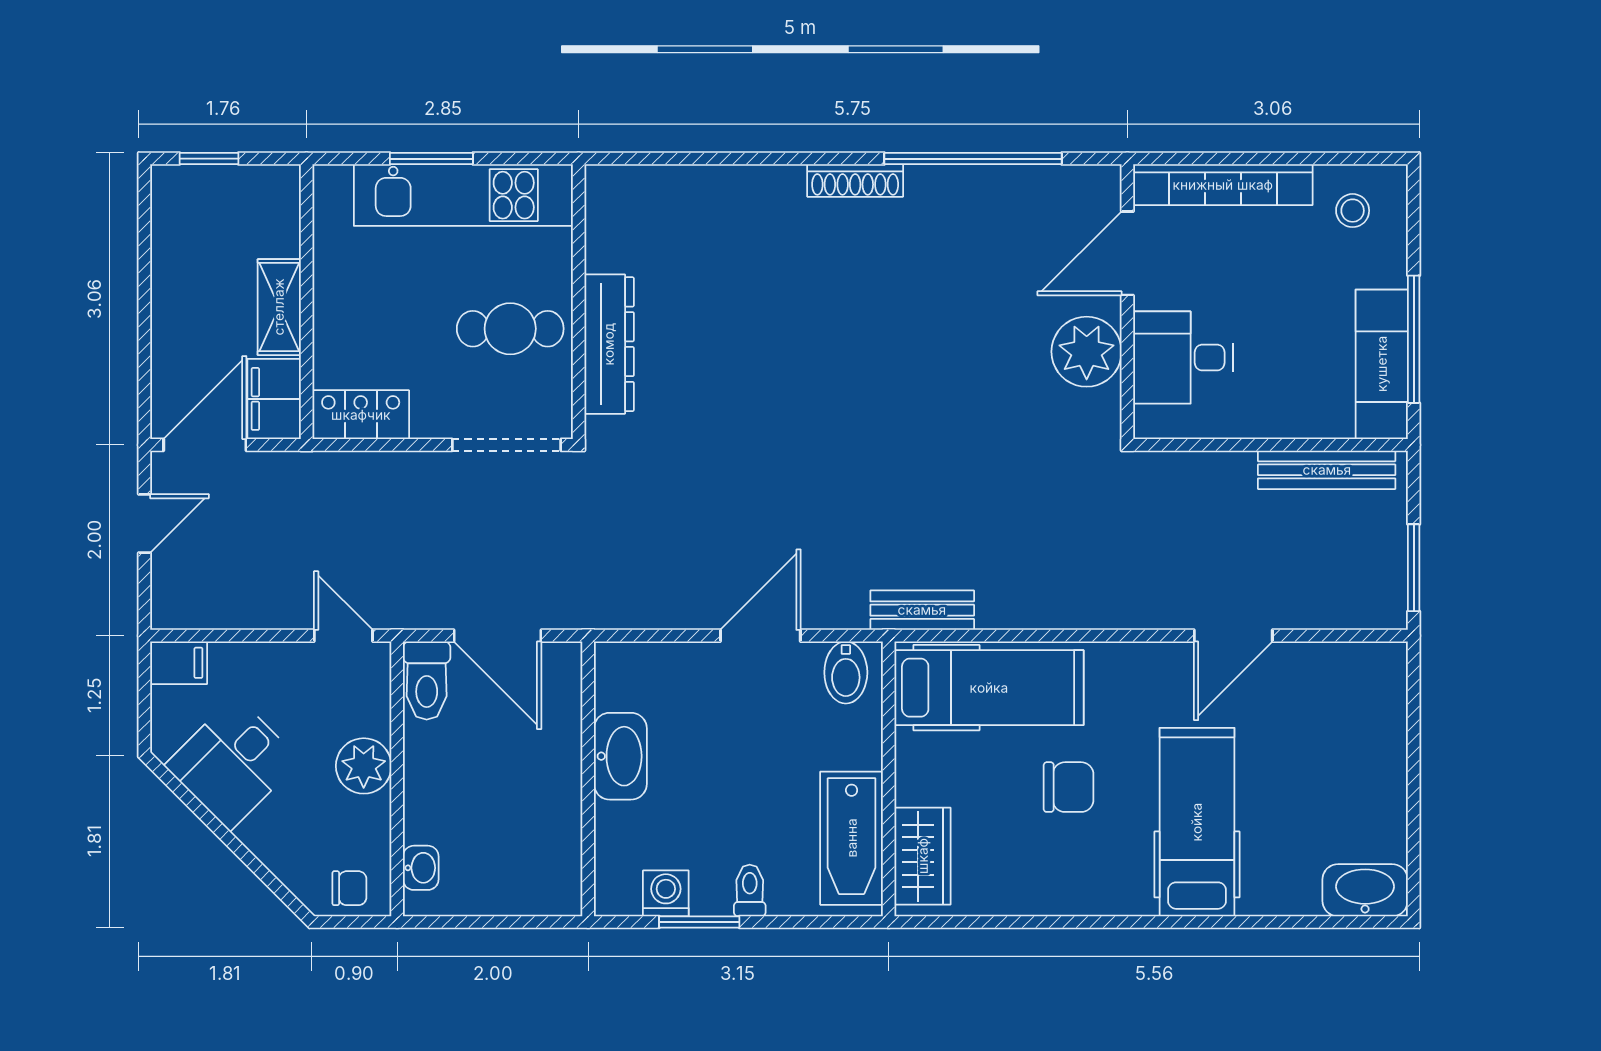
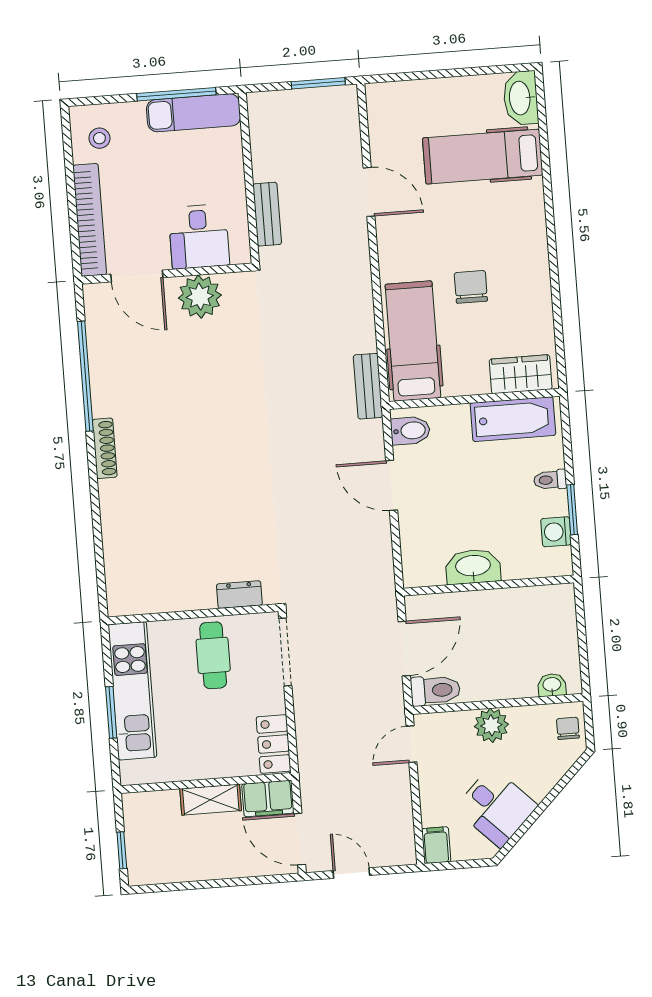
dresser: (609, 344) -> (239, 595), width x0.51, depth x0.80
bench: (1327, 470) -> (267, 214), moved, width x0.73
hospital bed: (1197, 822) -> (483, 157), moved

